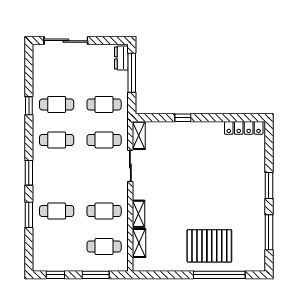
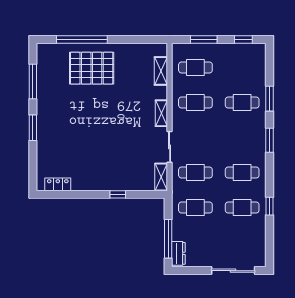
locker: (244, 128) -> (58, 184), width x0.66
shelving: (139, 214) -> (161, 113), moved

